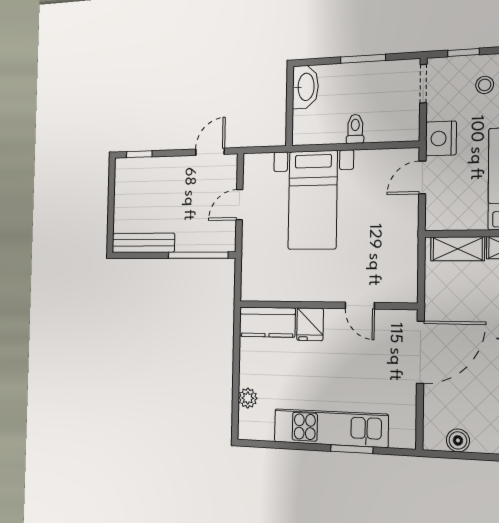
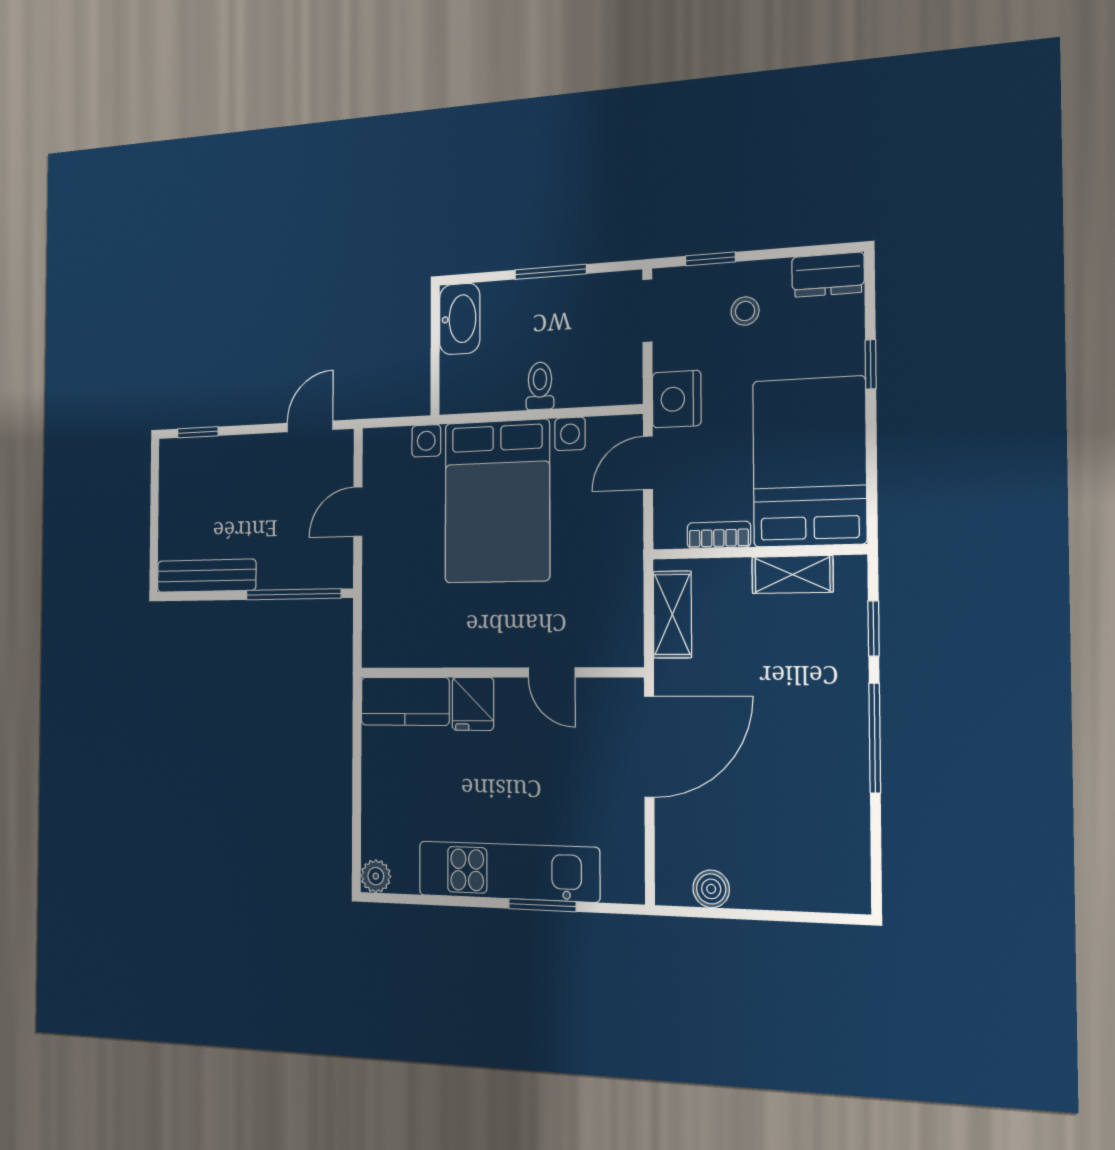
bed with nightstands: (313, 200) -> (497, 501), width x1.36
bookcase: (466, 222) -> (719, 535), added
shelving: (458, 249) -> (672, 614), moved, turned 90
plant: (248, 398) -> (376, 876), moved

